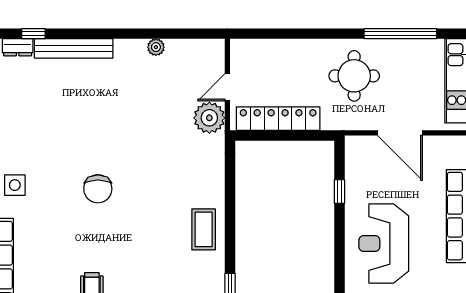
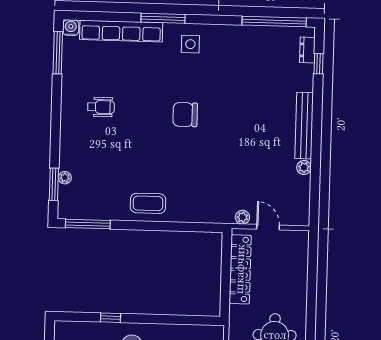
bench: (74, 48) -> (304, 126), moved
plant: (209, 118) -> (242, 217), width x0.53, depth x0.53
window: (339, 192) -> (110, 318), moved

